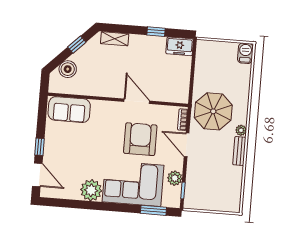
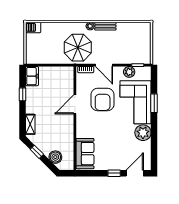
armchair: (140, 139) -> (103, 100), turned -90
door: (187, 145) -> (104, 65), hinge flipped
window: (153, 210) -> (154, 103), moved

